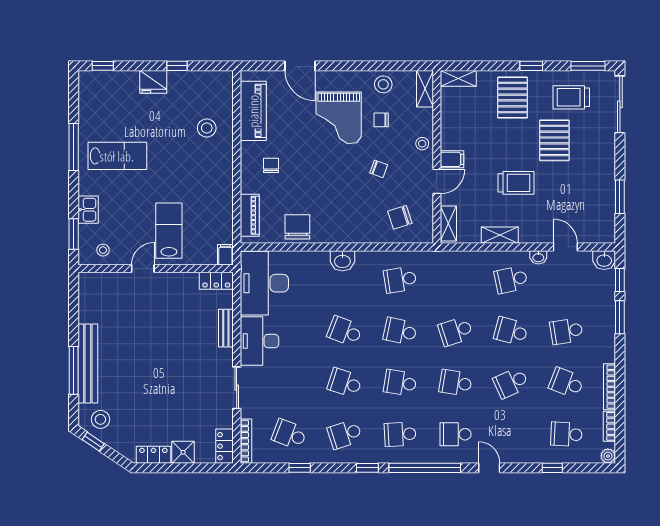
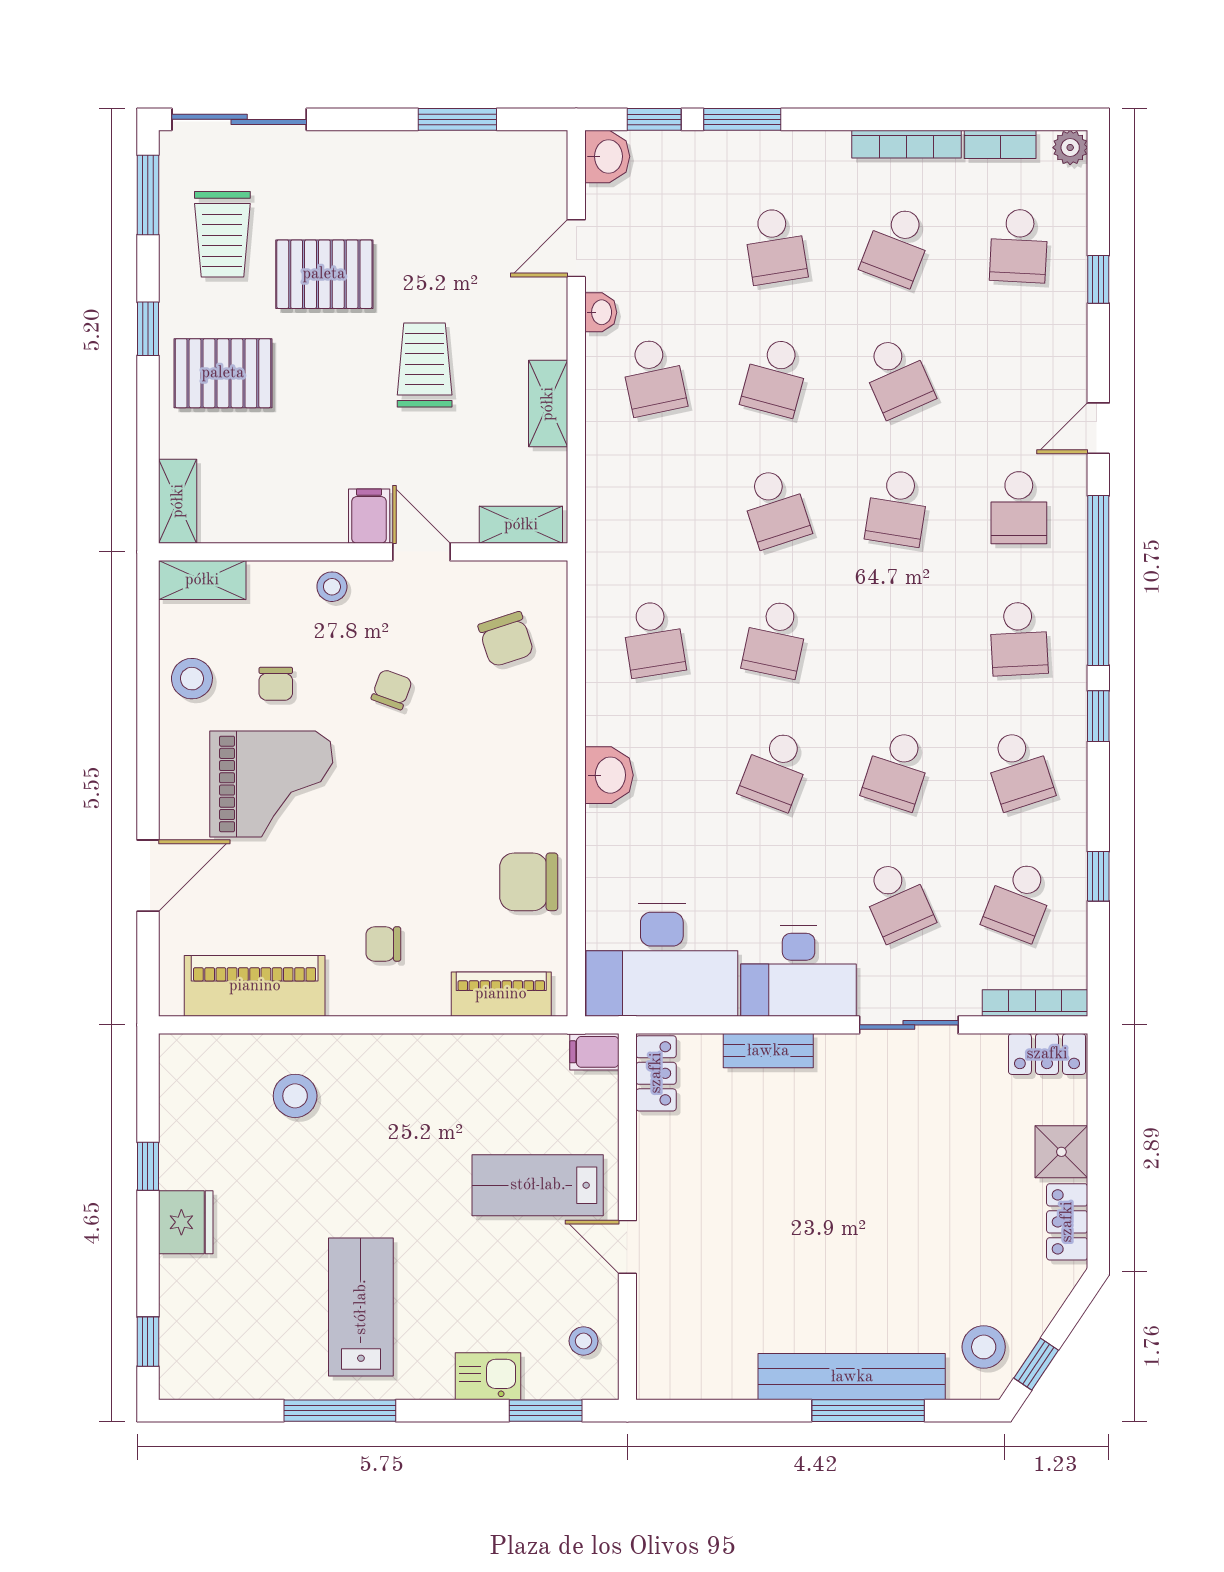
school desk: (400, 383) -> (897, 901), moved, turned -33

